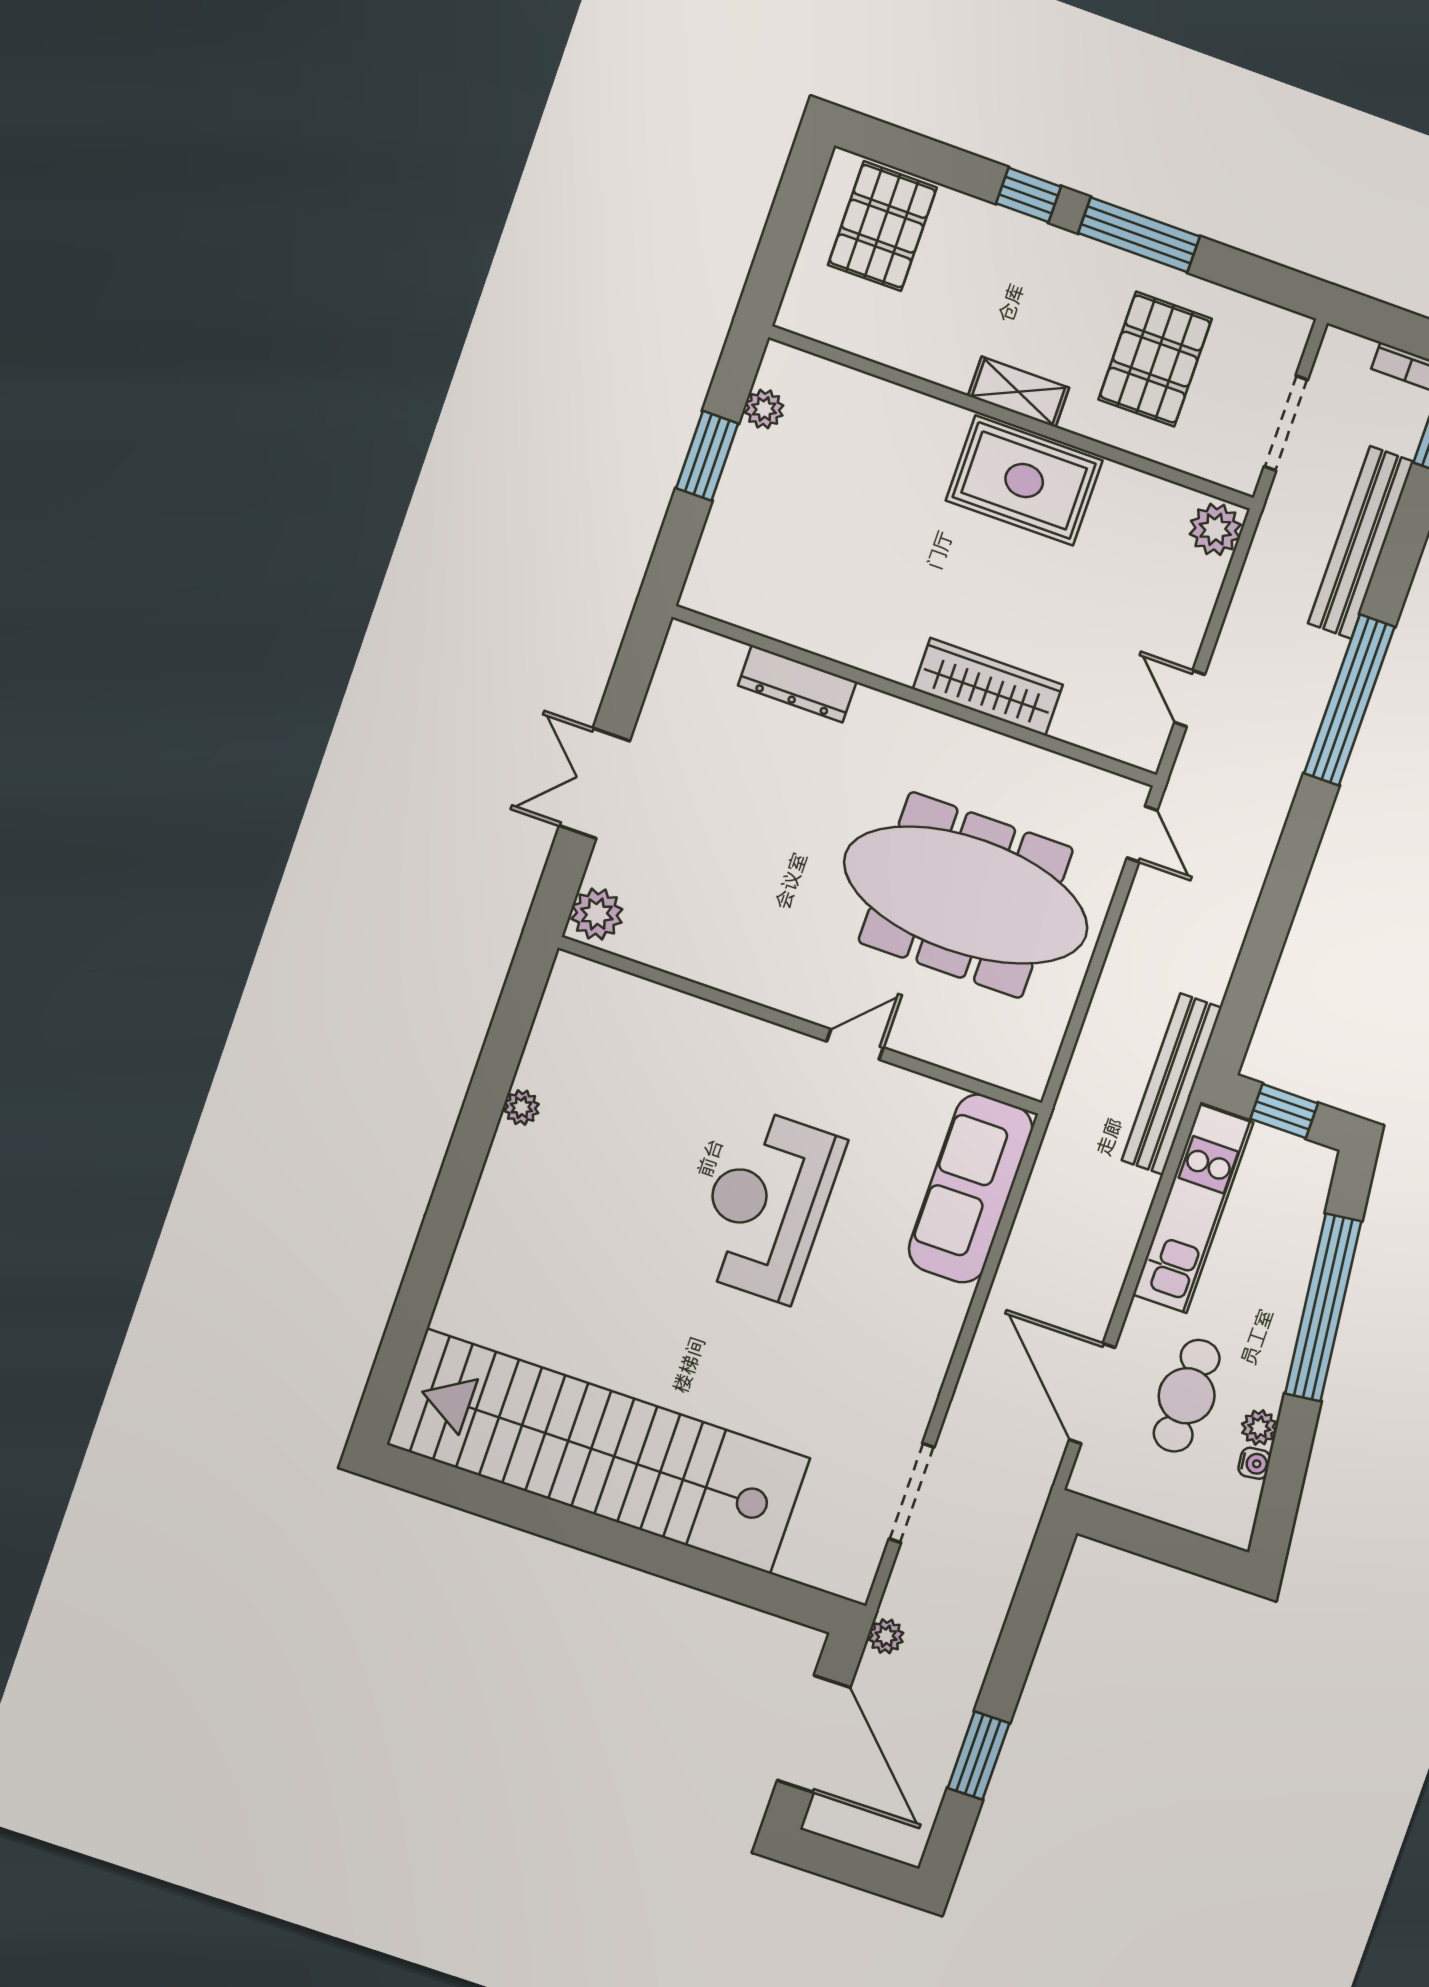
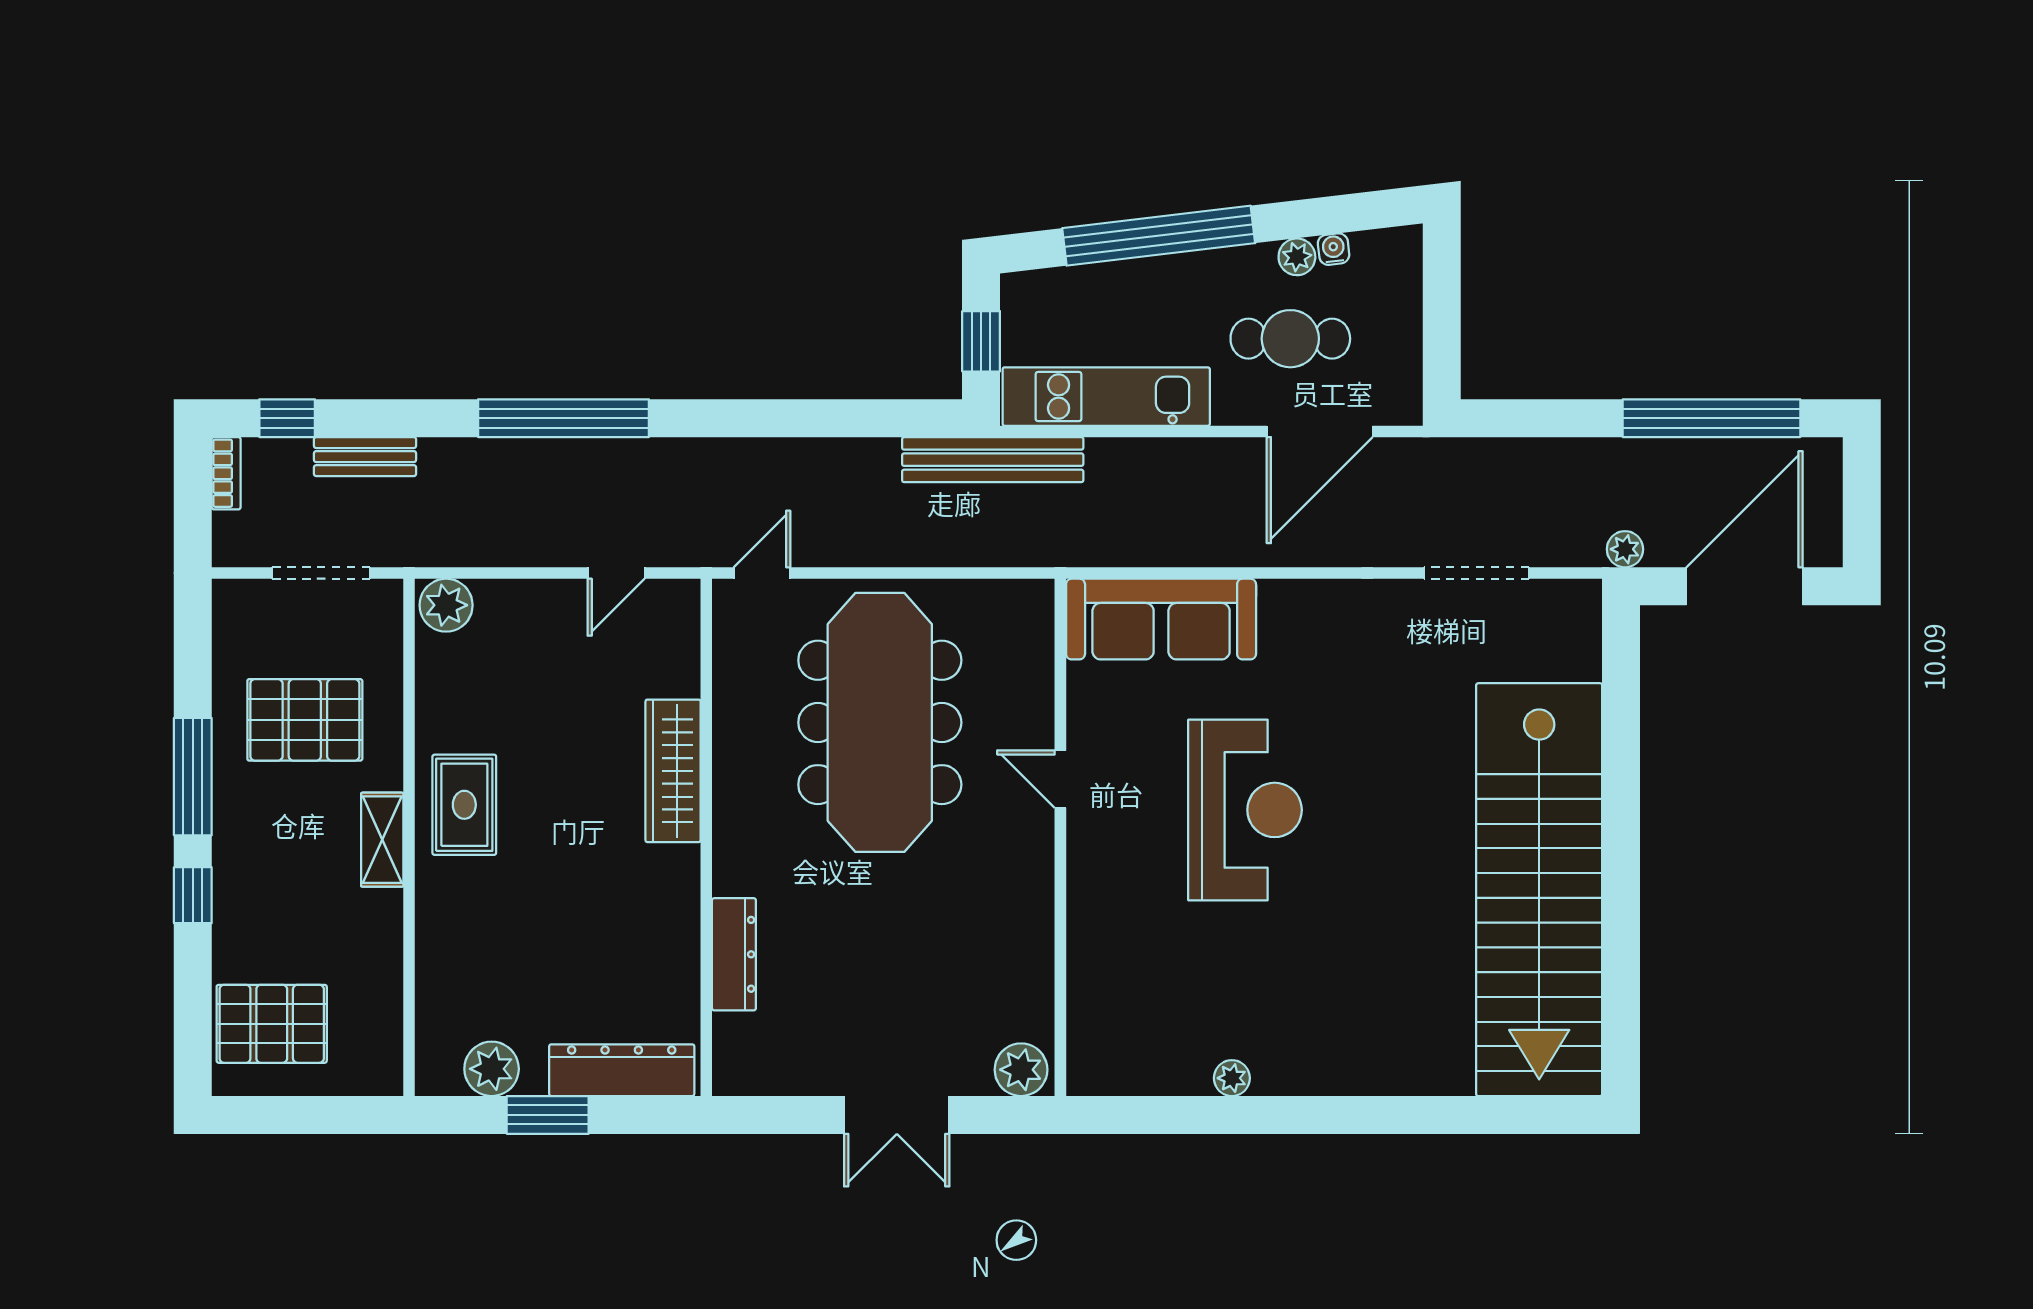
plant: (764, 409) -> (492, 1069), width x1.38, depth x1.38
rug: (1024, 480) -> (464, 805), width x0.73, depth x0.70
dresser: (725, 540) -> (622, 1070), added
bench: (1361, 542) -> (365, 457), width x0.54, depth x0.82
reception desk: (767, 1205) -> (1245, 810), turned -90
window: (979, 1756) -> (1711, 418), width x2.11

